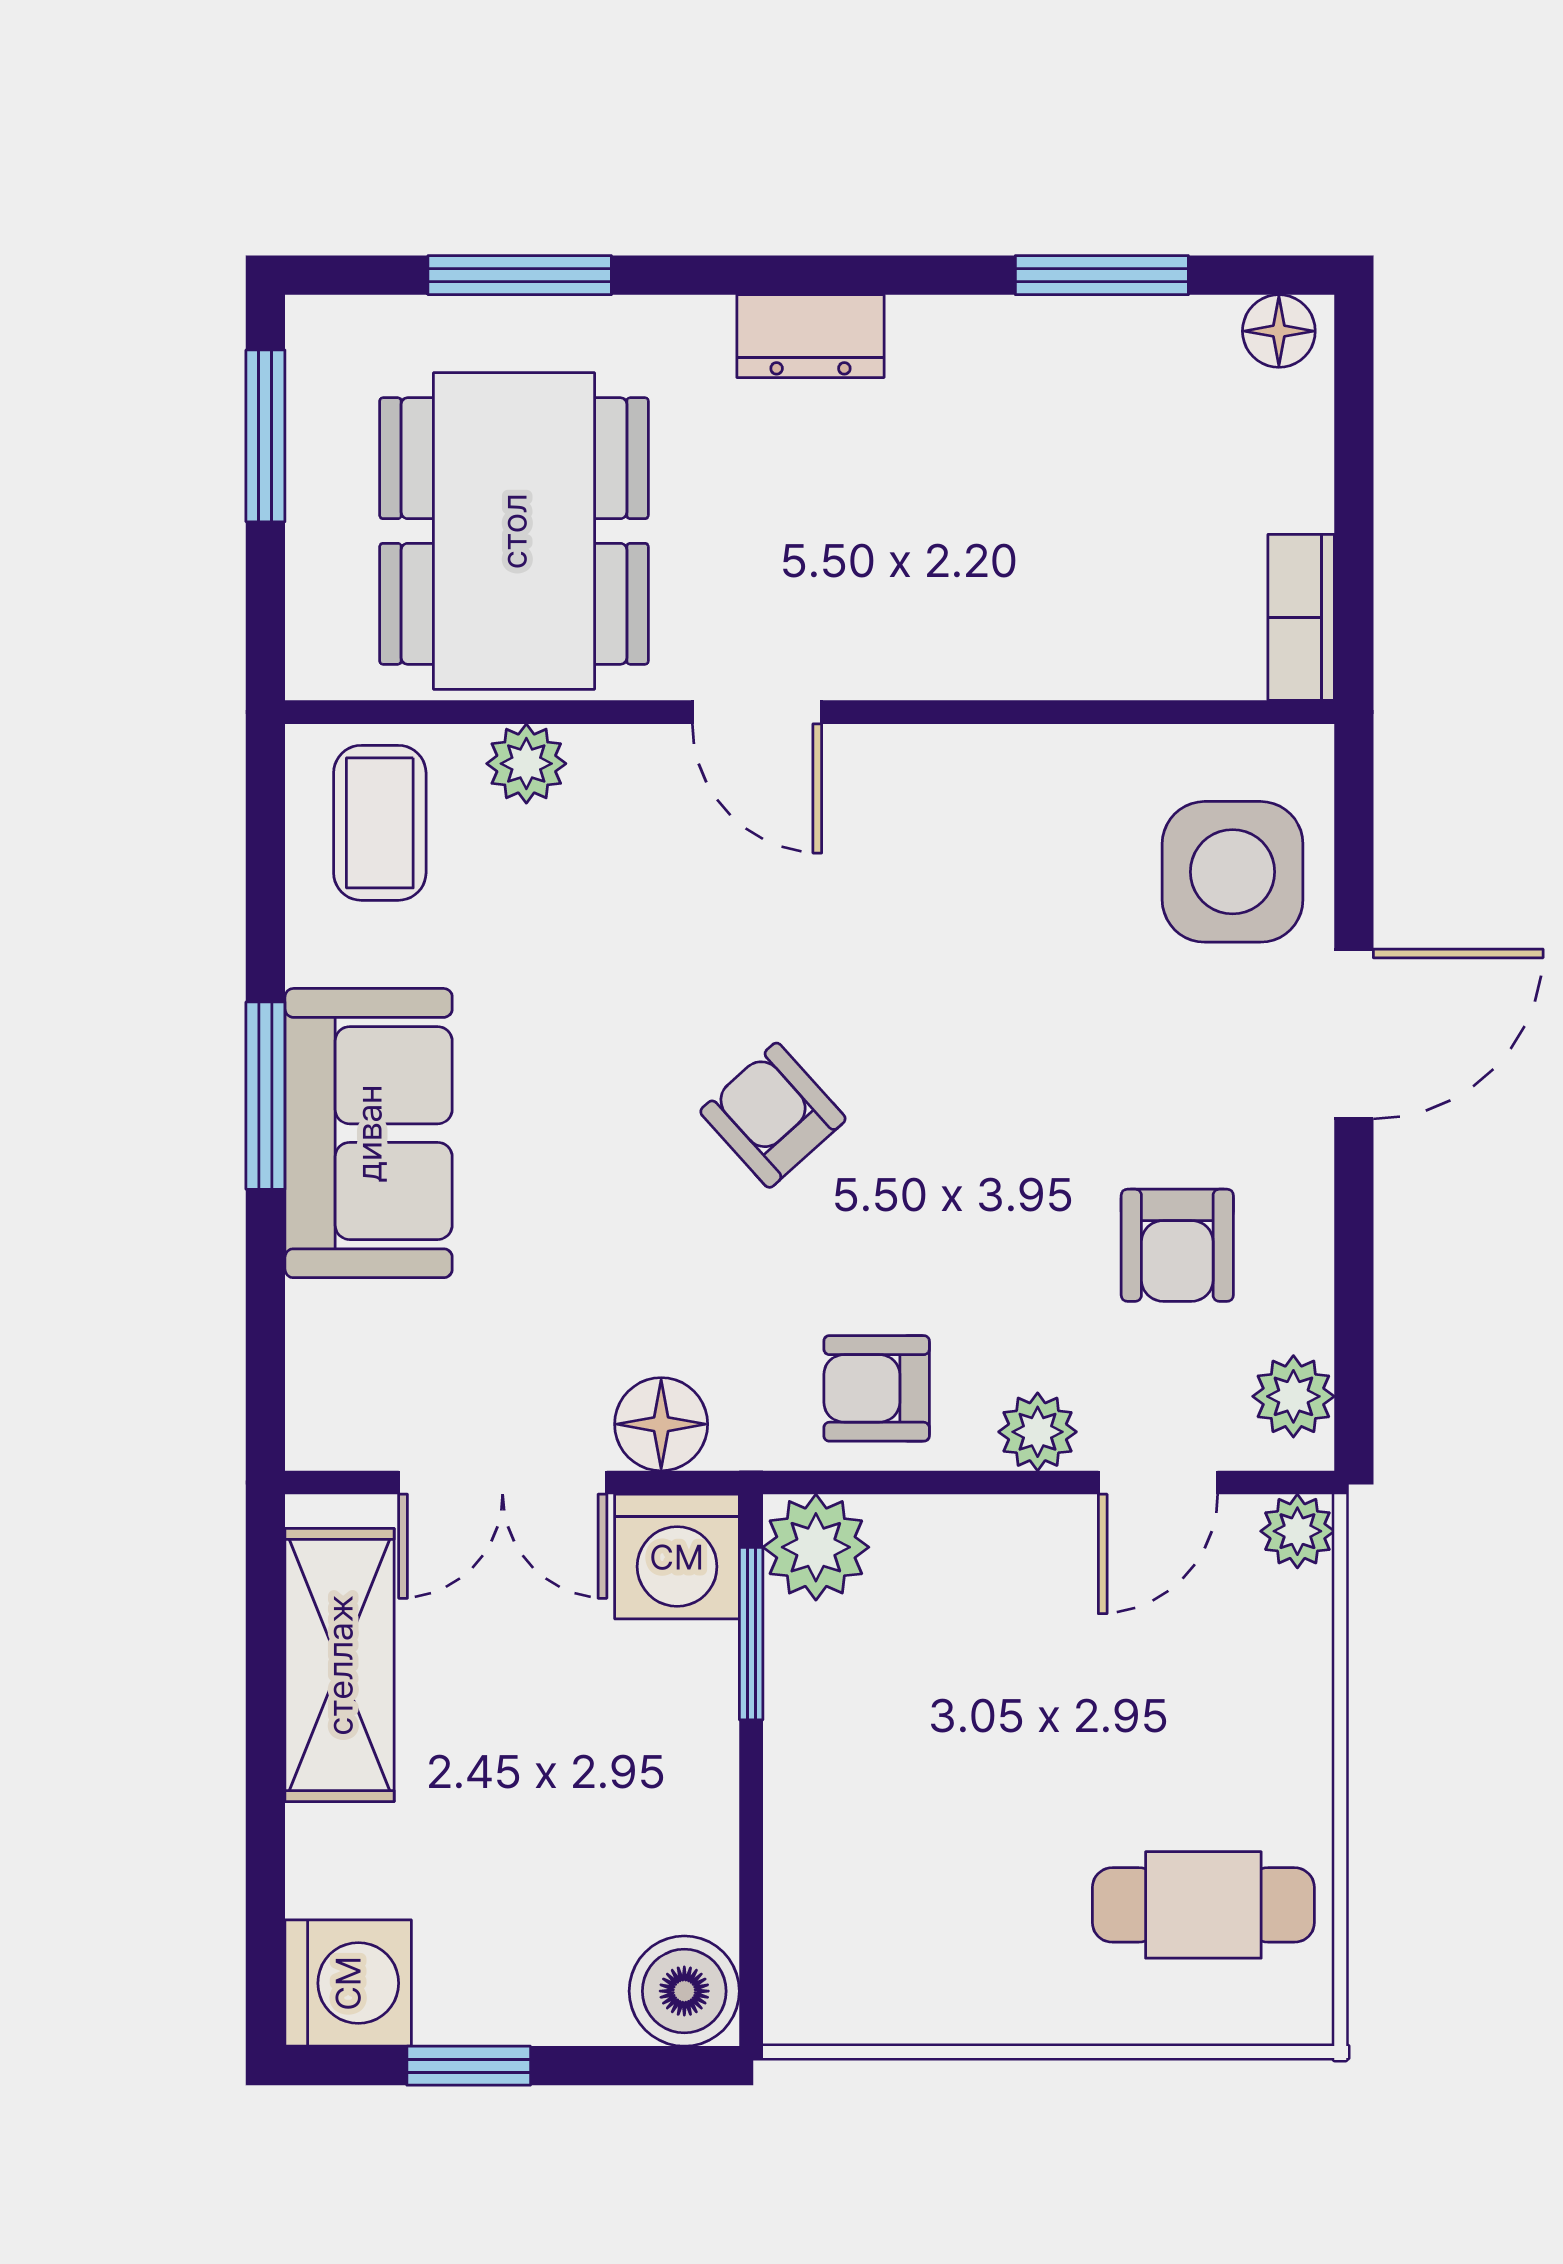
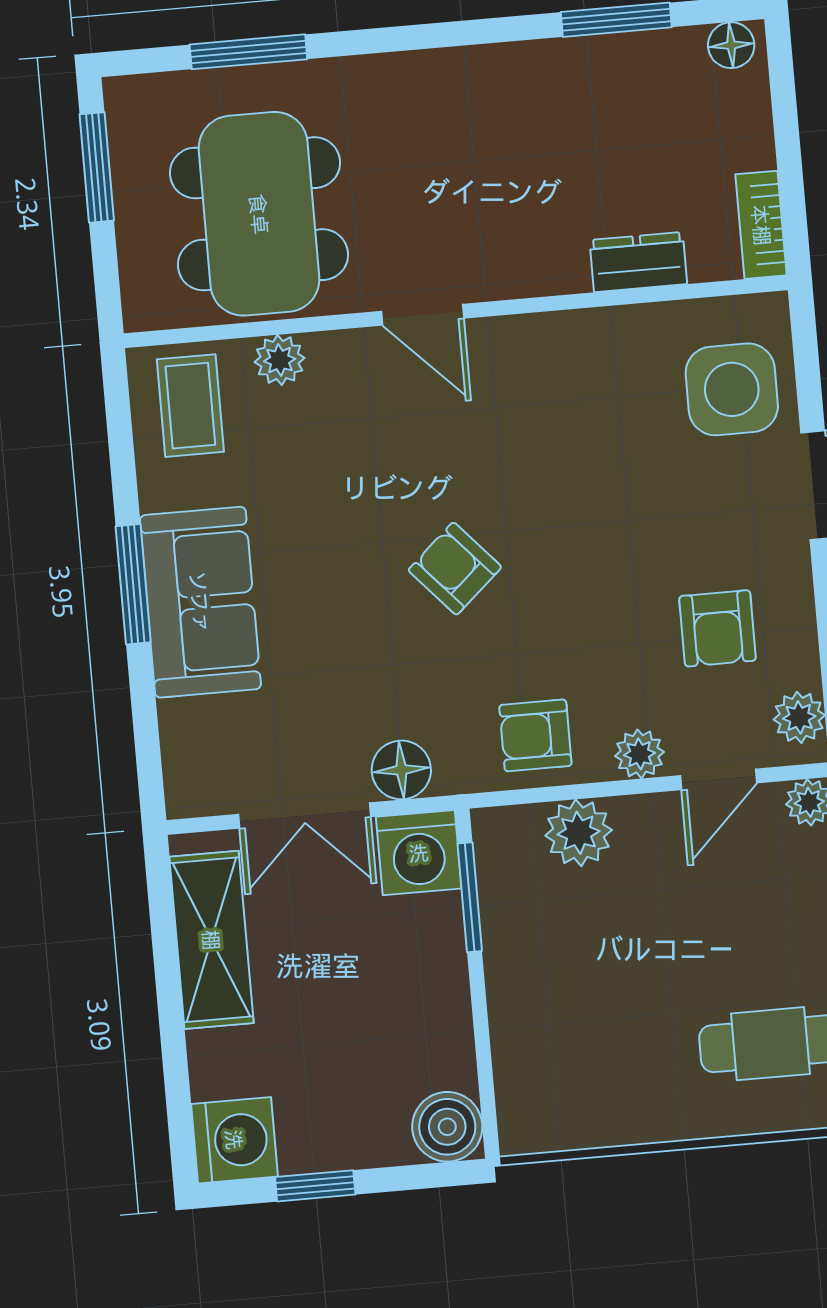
dresser: (810, 336) -> (638, 262), moved, turned 180
plant: (816, 1547) -> (579, 833), moved

